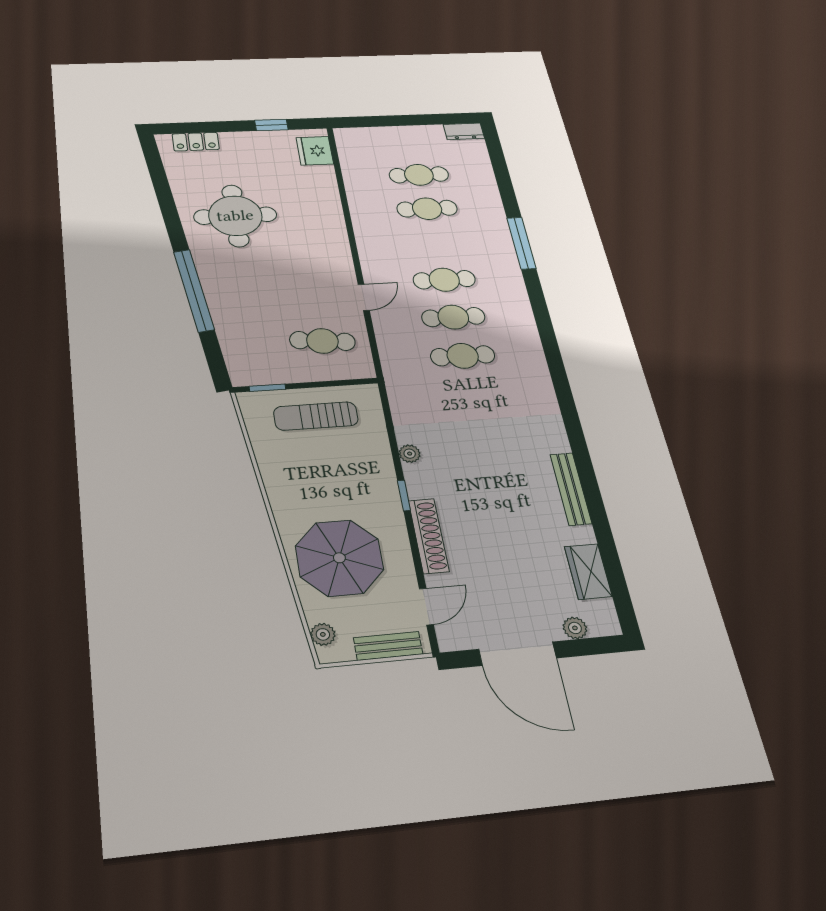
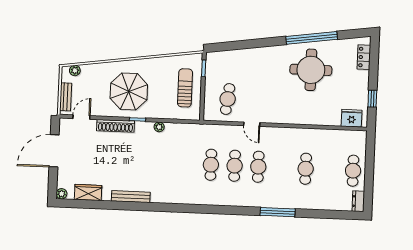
cafe table: (419, 175) -> (353, 171), moved
window: (194, 290) -> (312, 38), moved
parasol: (339, 558) -> (129, 91), moved
door: (426, 607) -> (81, 117), swing flipped
plant: (575, 628) -> (62, 194), moved

